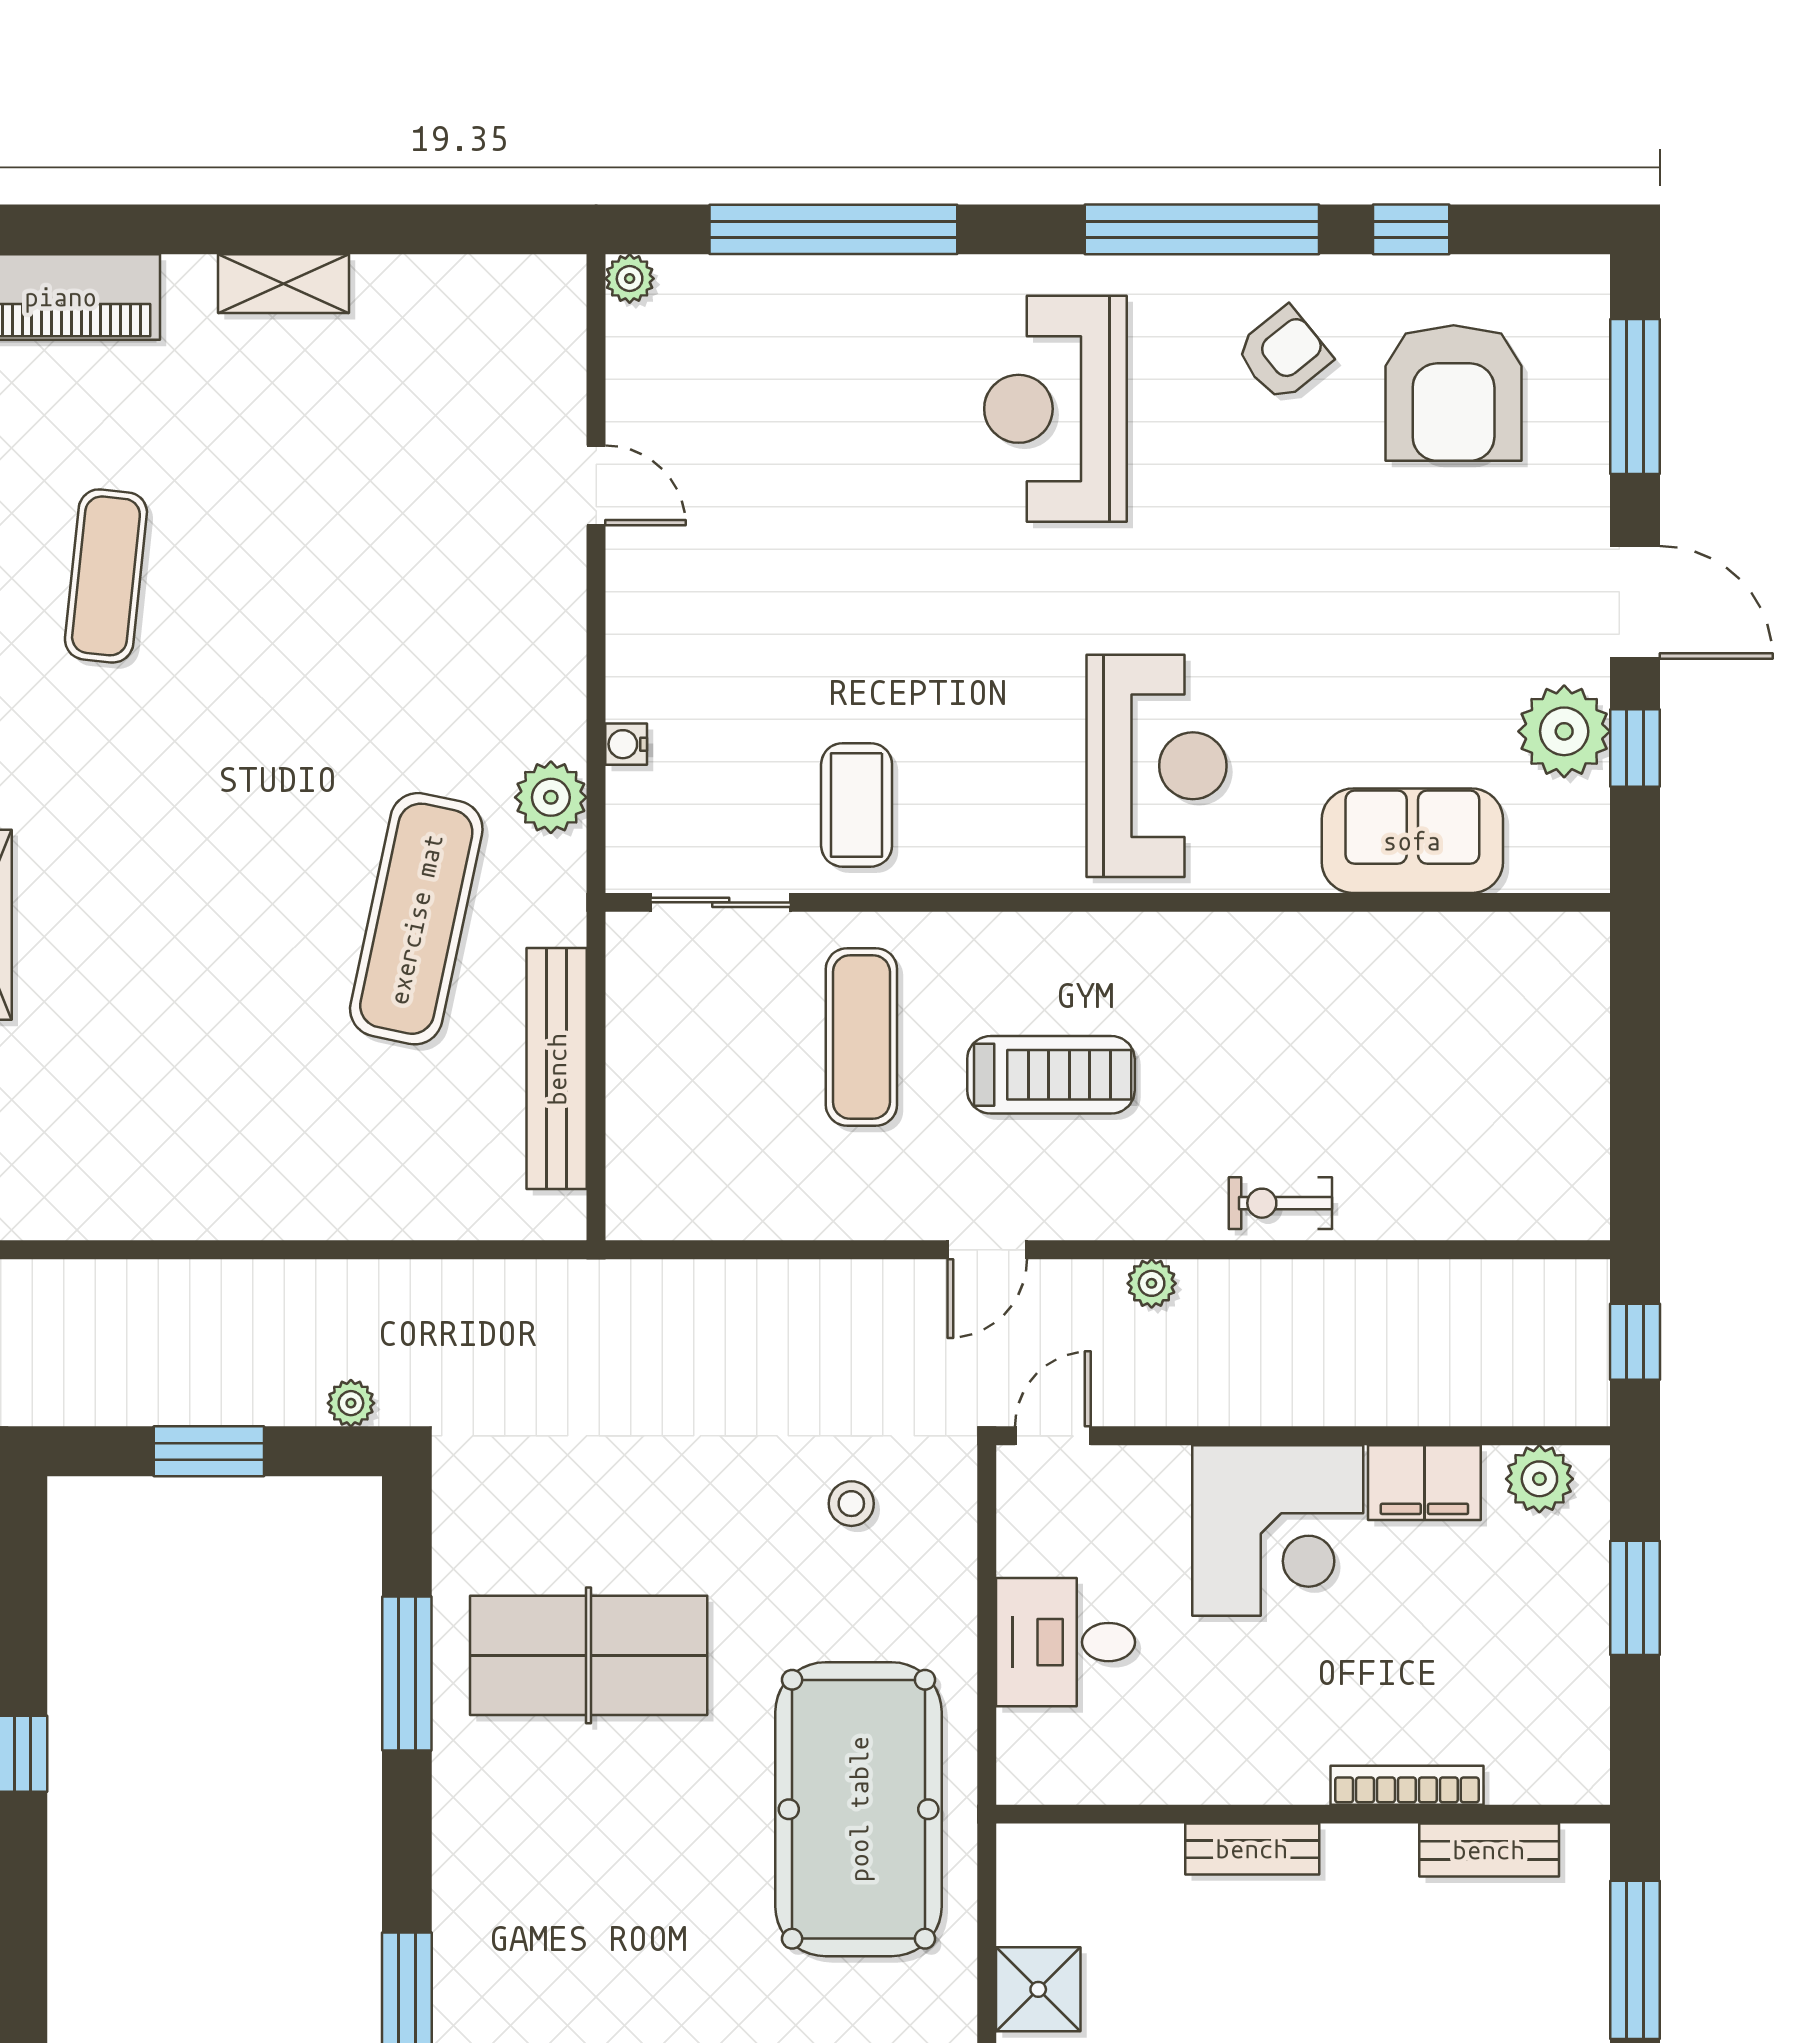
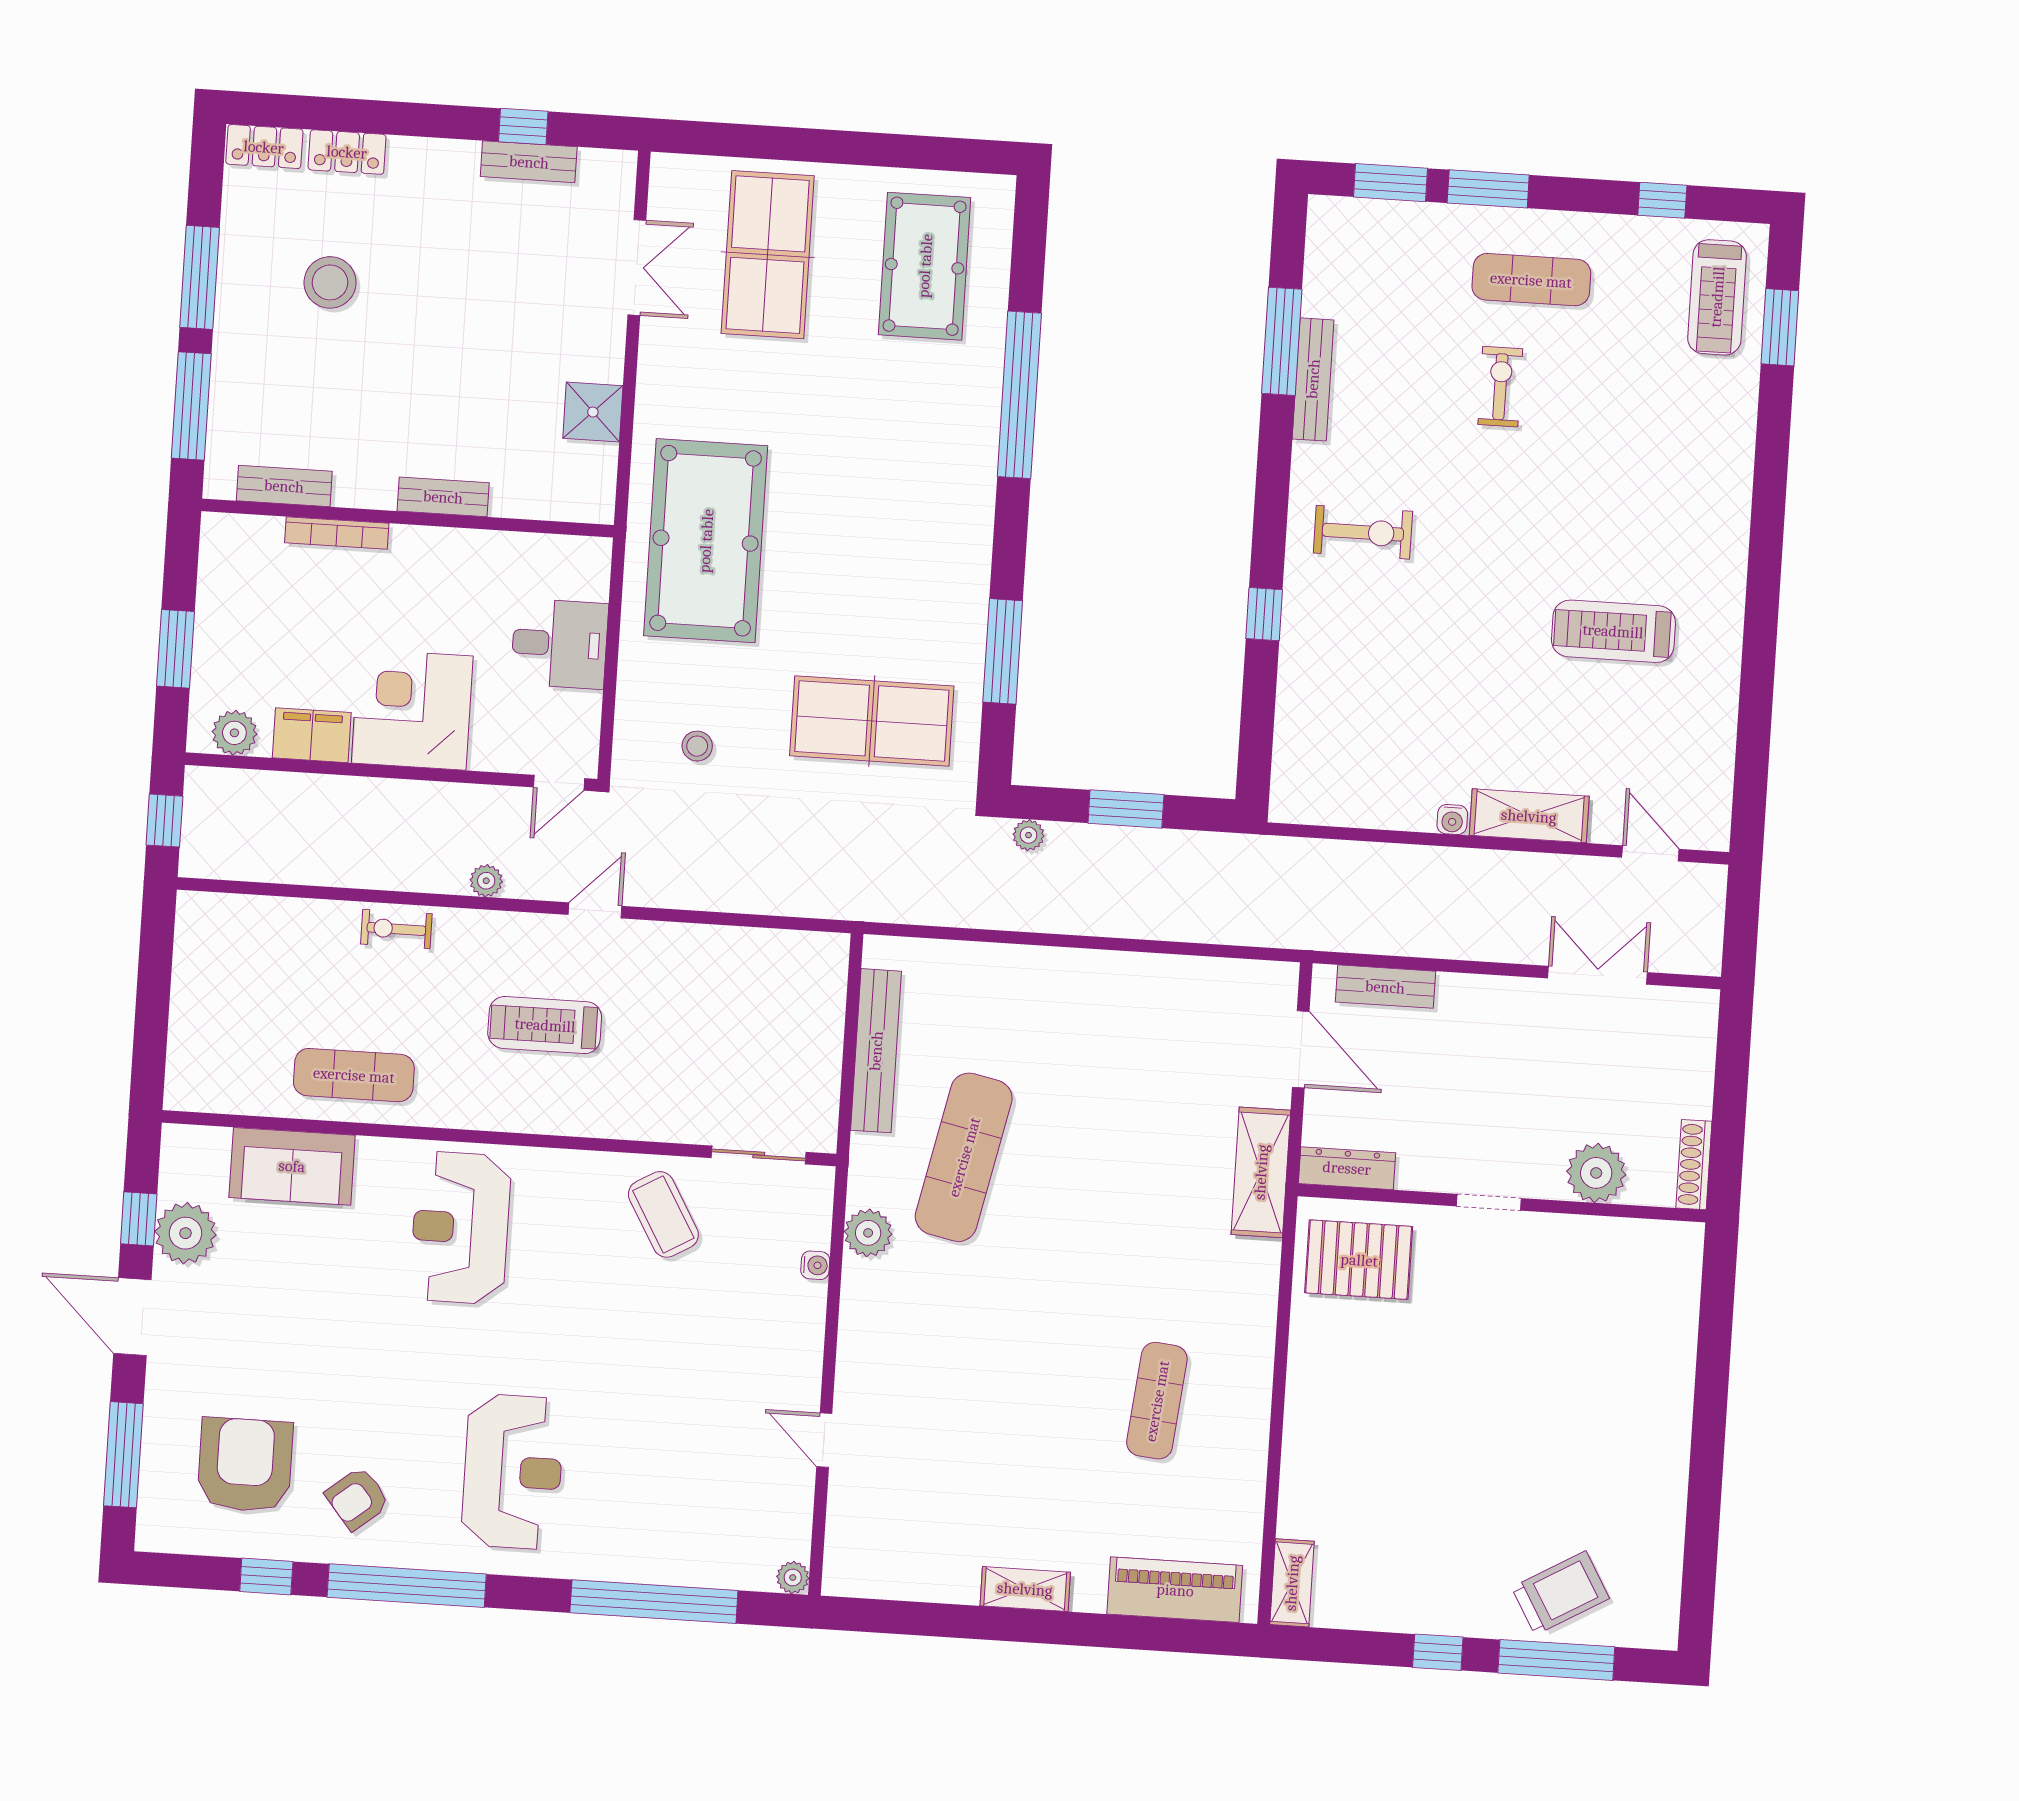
coffee table: (857, 805) -> (663, 1214), turned -30
exercise mat: (861, 1037) -> (354, 1075), moved, turned 90
exercise bike: (1280, 1203) -> (396, 929), turned 180
table tennis table: (589, 1655) -> (872, 721), moved

